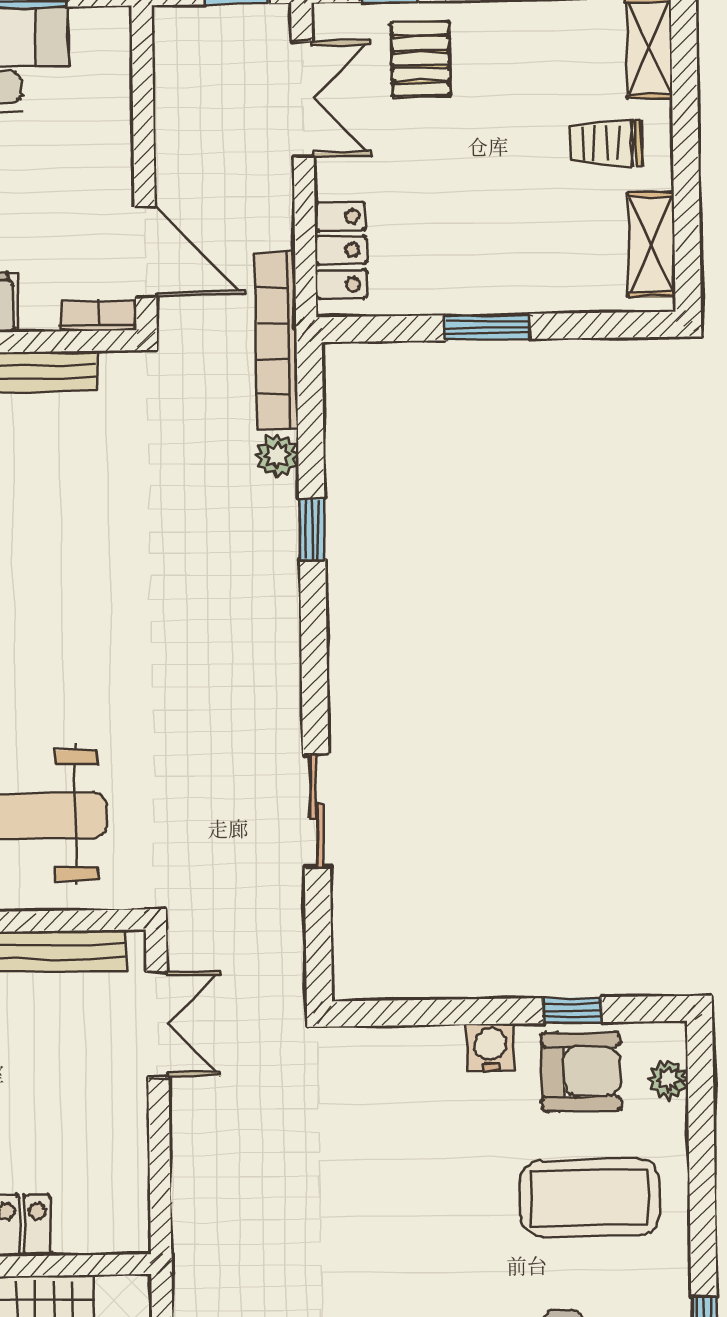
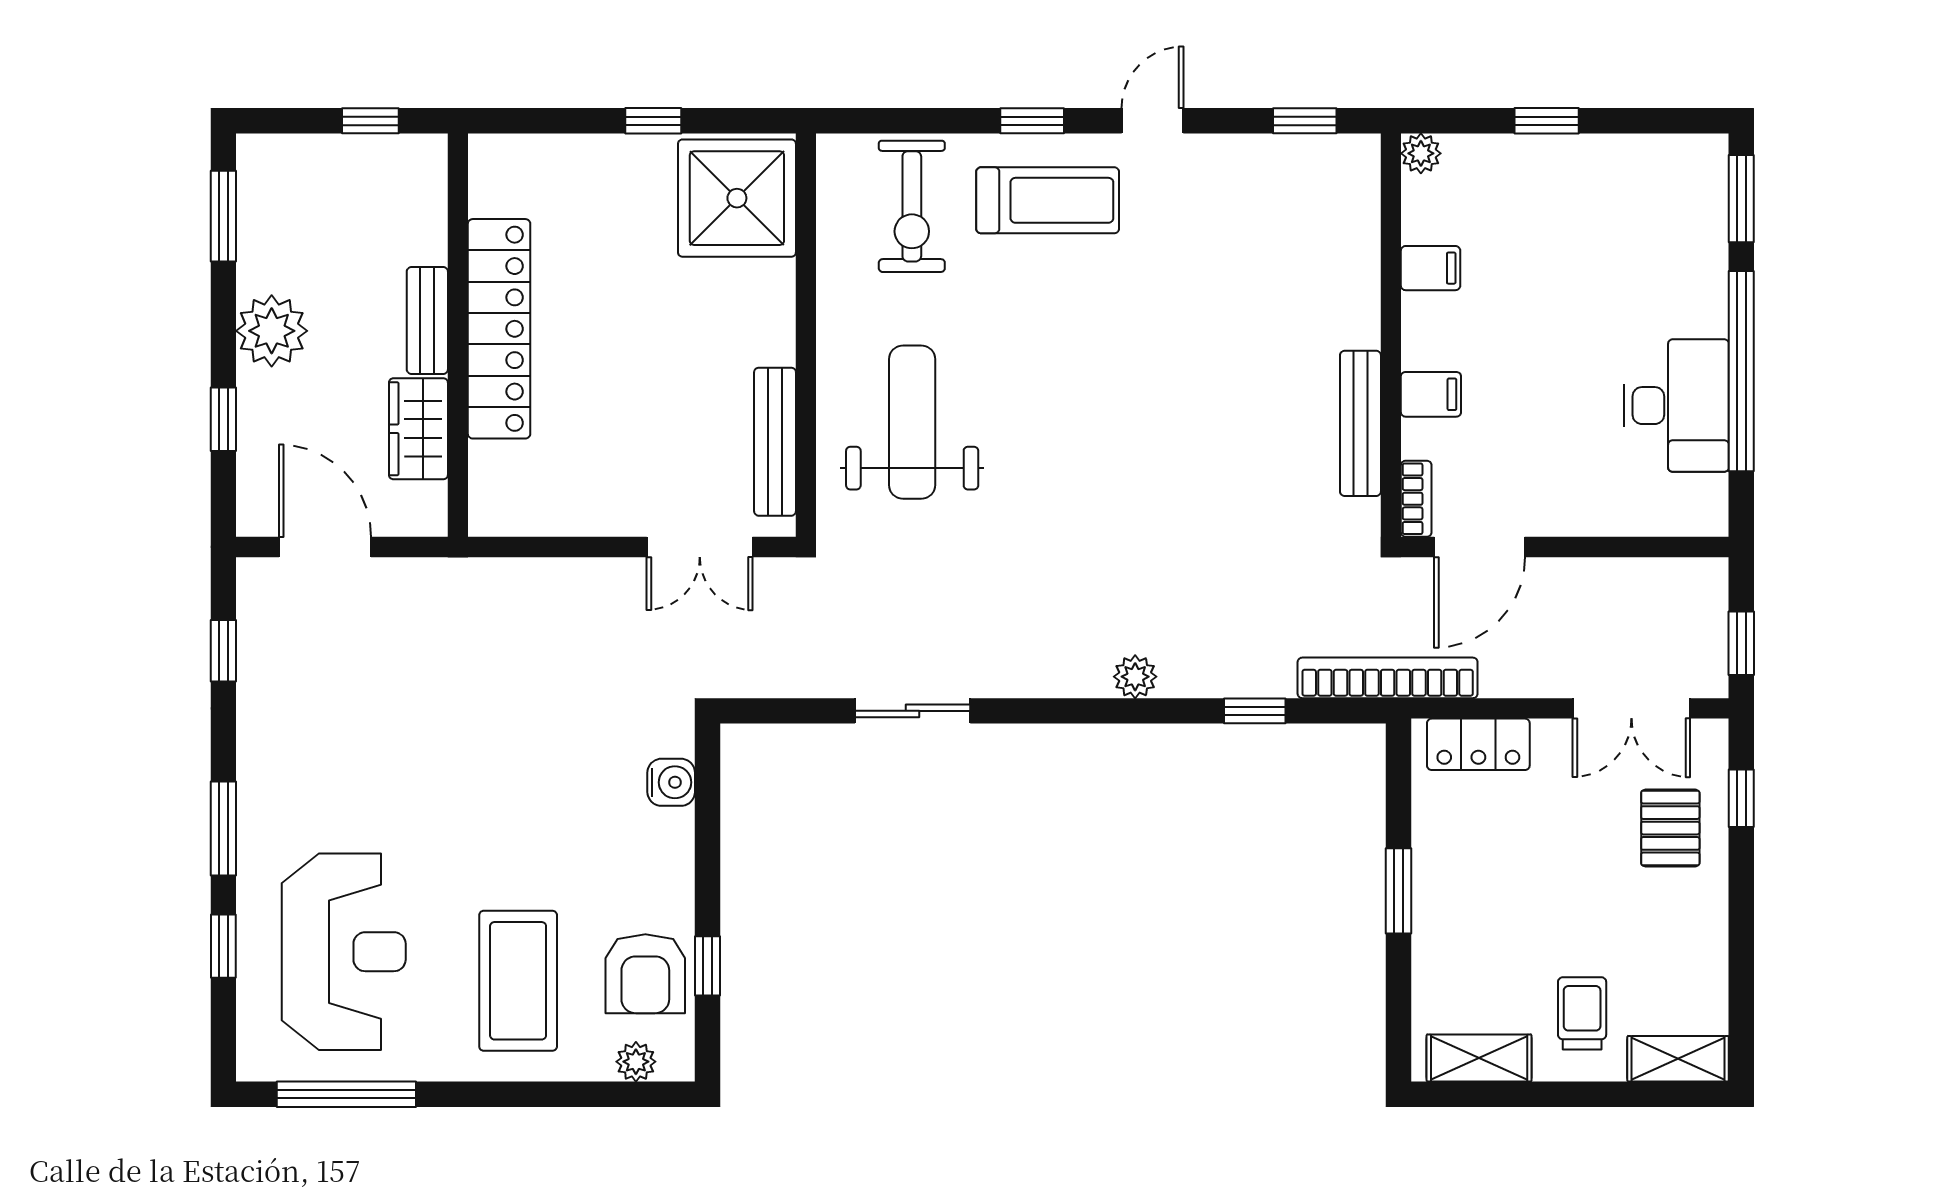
pallet: (421, 59) -> (1670, 828), turned 90
plant: (277, 456) -> (1135, 677), moved
window: (312, 529) -> (1255, 711), moved
water cooler: (490, 1047) -> (671, 782), moved

